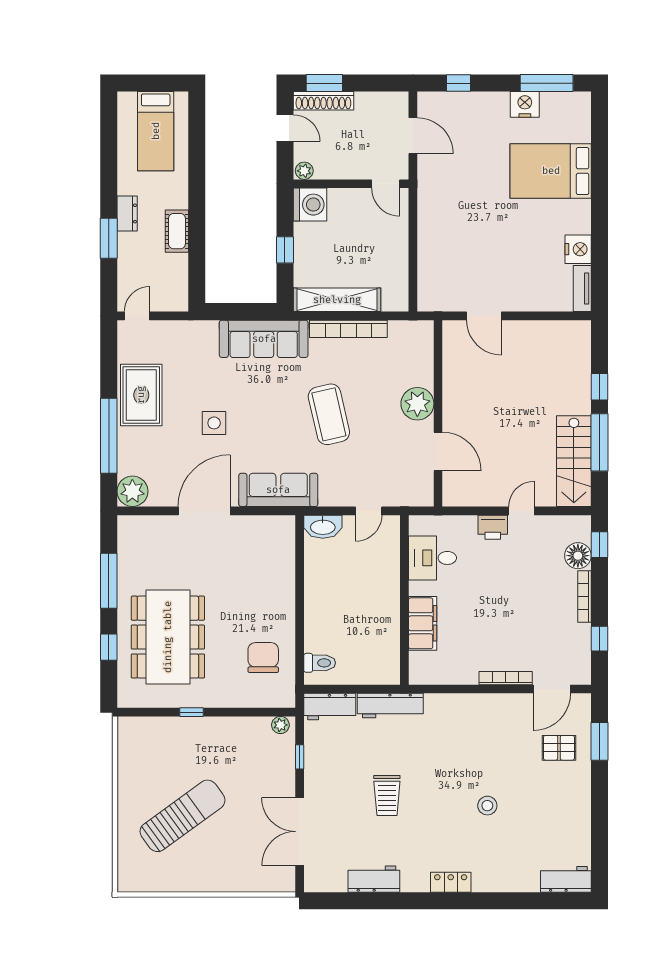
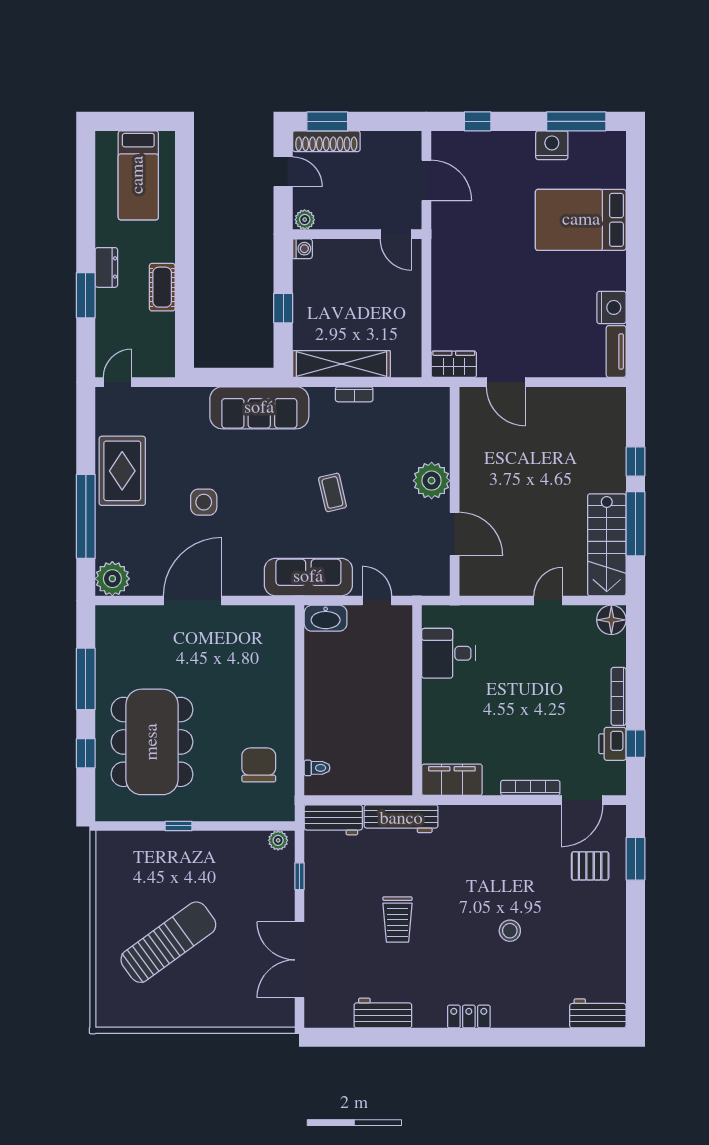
washing machine: (310, 205) -> (302, 249), width x0.53, depth x0.53
wardrobe: (437, 300) -> (454, 364), added
bookcase: (348, 329) -> (354, 394), width x0.43, depth x0.76
coffee table: (329, 414) -> (332, 492), width x0.54, depth x0.58
sofa: (278, 490) -> (308, 577), moved
door: (369, 511) -> (377, 600), swing flipped
printer: (493, 527) -> (612, 744), moved, turned 90
window: (599, 545) -> (635, 638), removed
floor lamp: (578, 556) -> (611, 620), moved
filing cabinet: (423, 623) -> (452, 780), moved, turned -90
toilet: (320, 663) -> (317, 768), width x0.73, depth x0.72

